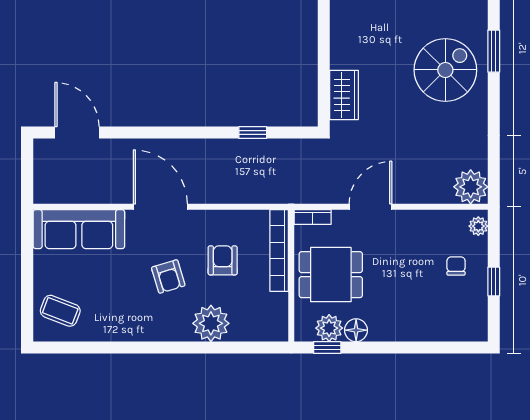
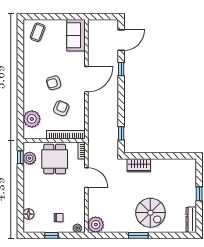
window: (494, 51) -> (138, 235), moved
window: (139, 132) -> (121, 69), added
window: (253, 132) -> (121, 133), moved
sofa: (79, 229) -> (76, 35), width x0.73
armchair: (223, 260) -> (61, 108), turned -67
plant: (211, 323) -> (32, 119), moved
floor lamp: (356, 330) -> (29, 214), moved

